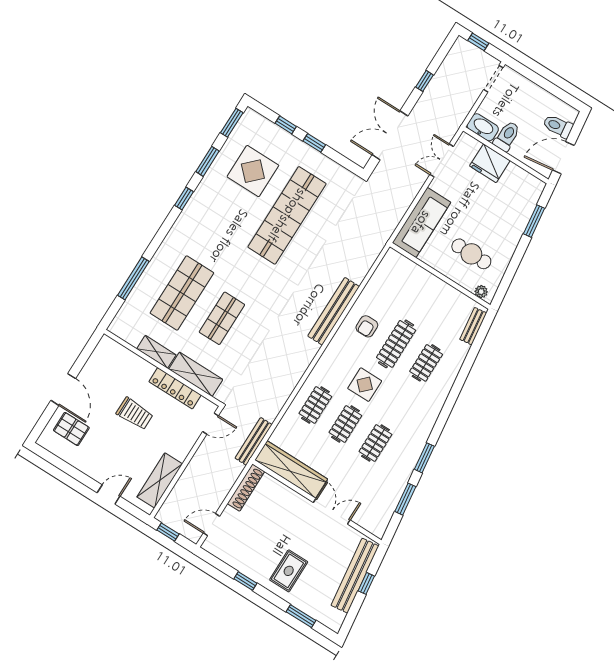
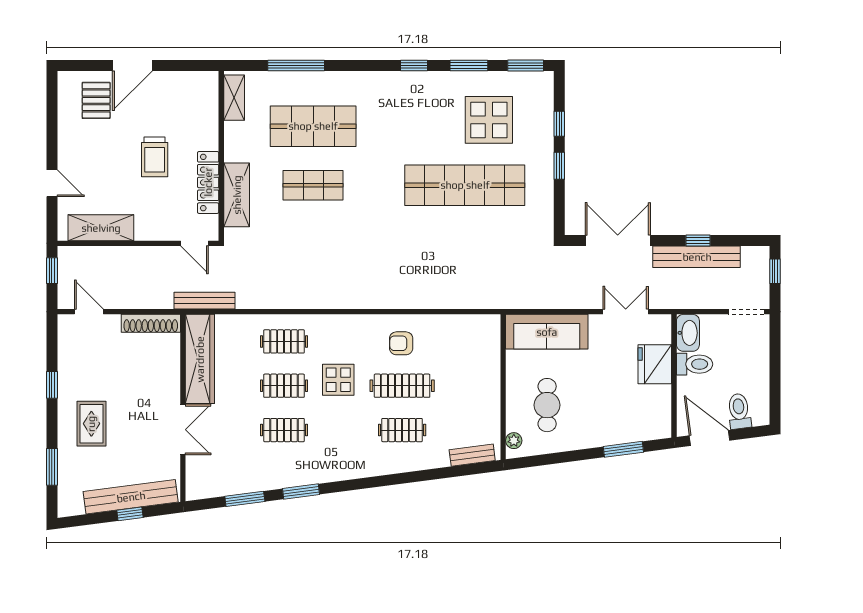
bench: (334, 311) -> (697, 257), moved
shelving: (156, 352) -> (234, 98), moved
rug: (289, 571) -> (91, 424), turned 90

